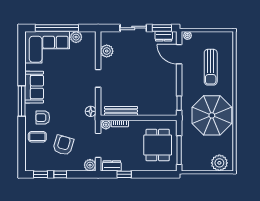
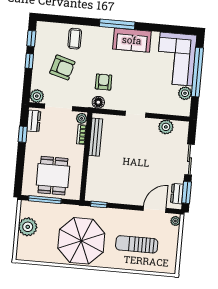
armchair: (43, 118) -> (104, 82), moved
dining table: (158, 145) -> (53, 176), turned 90
plant: (219, 163) -> (28, 227), moved

